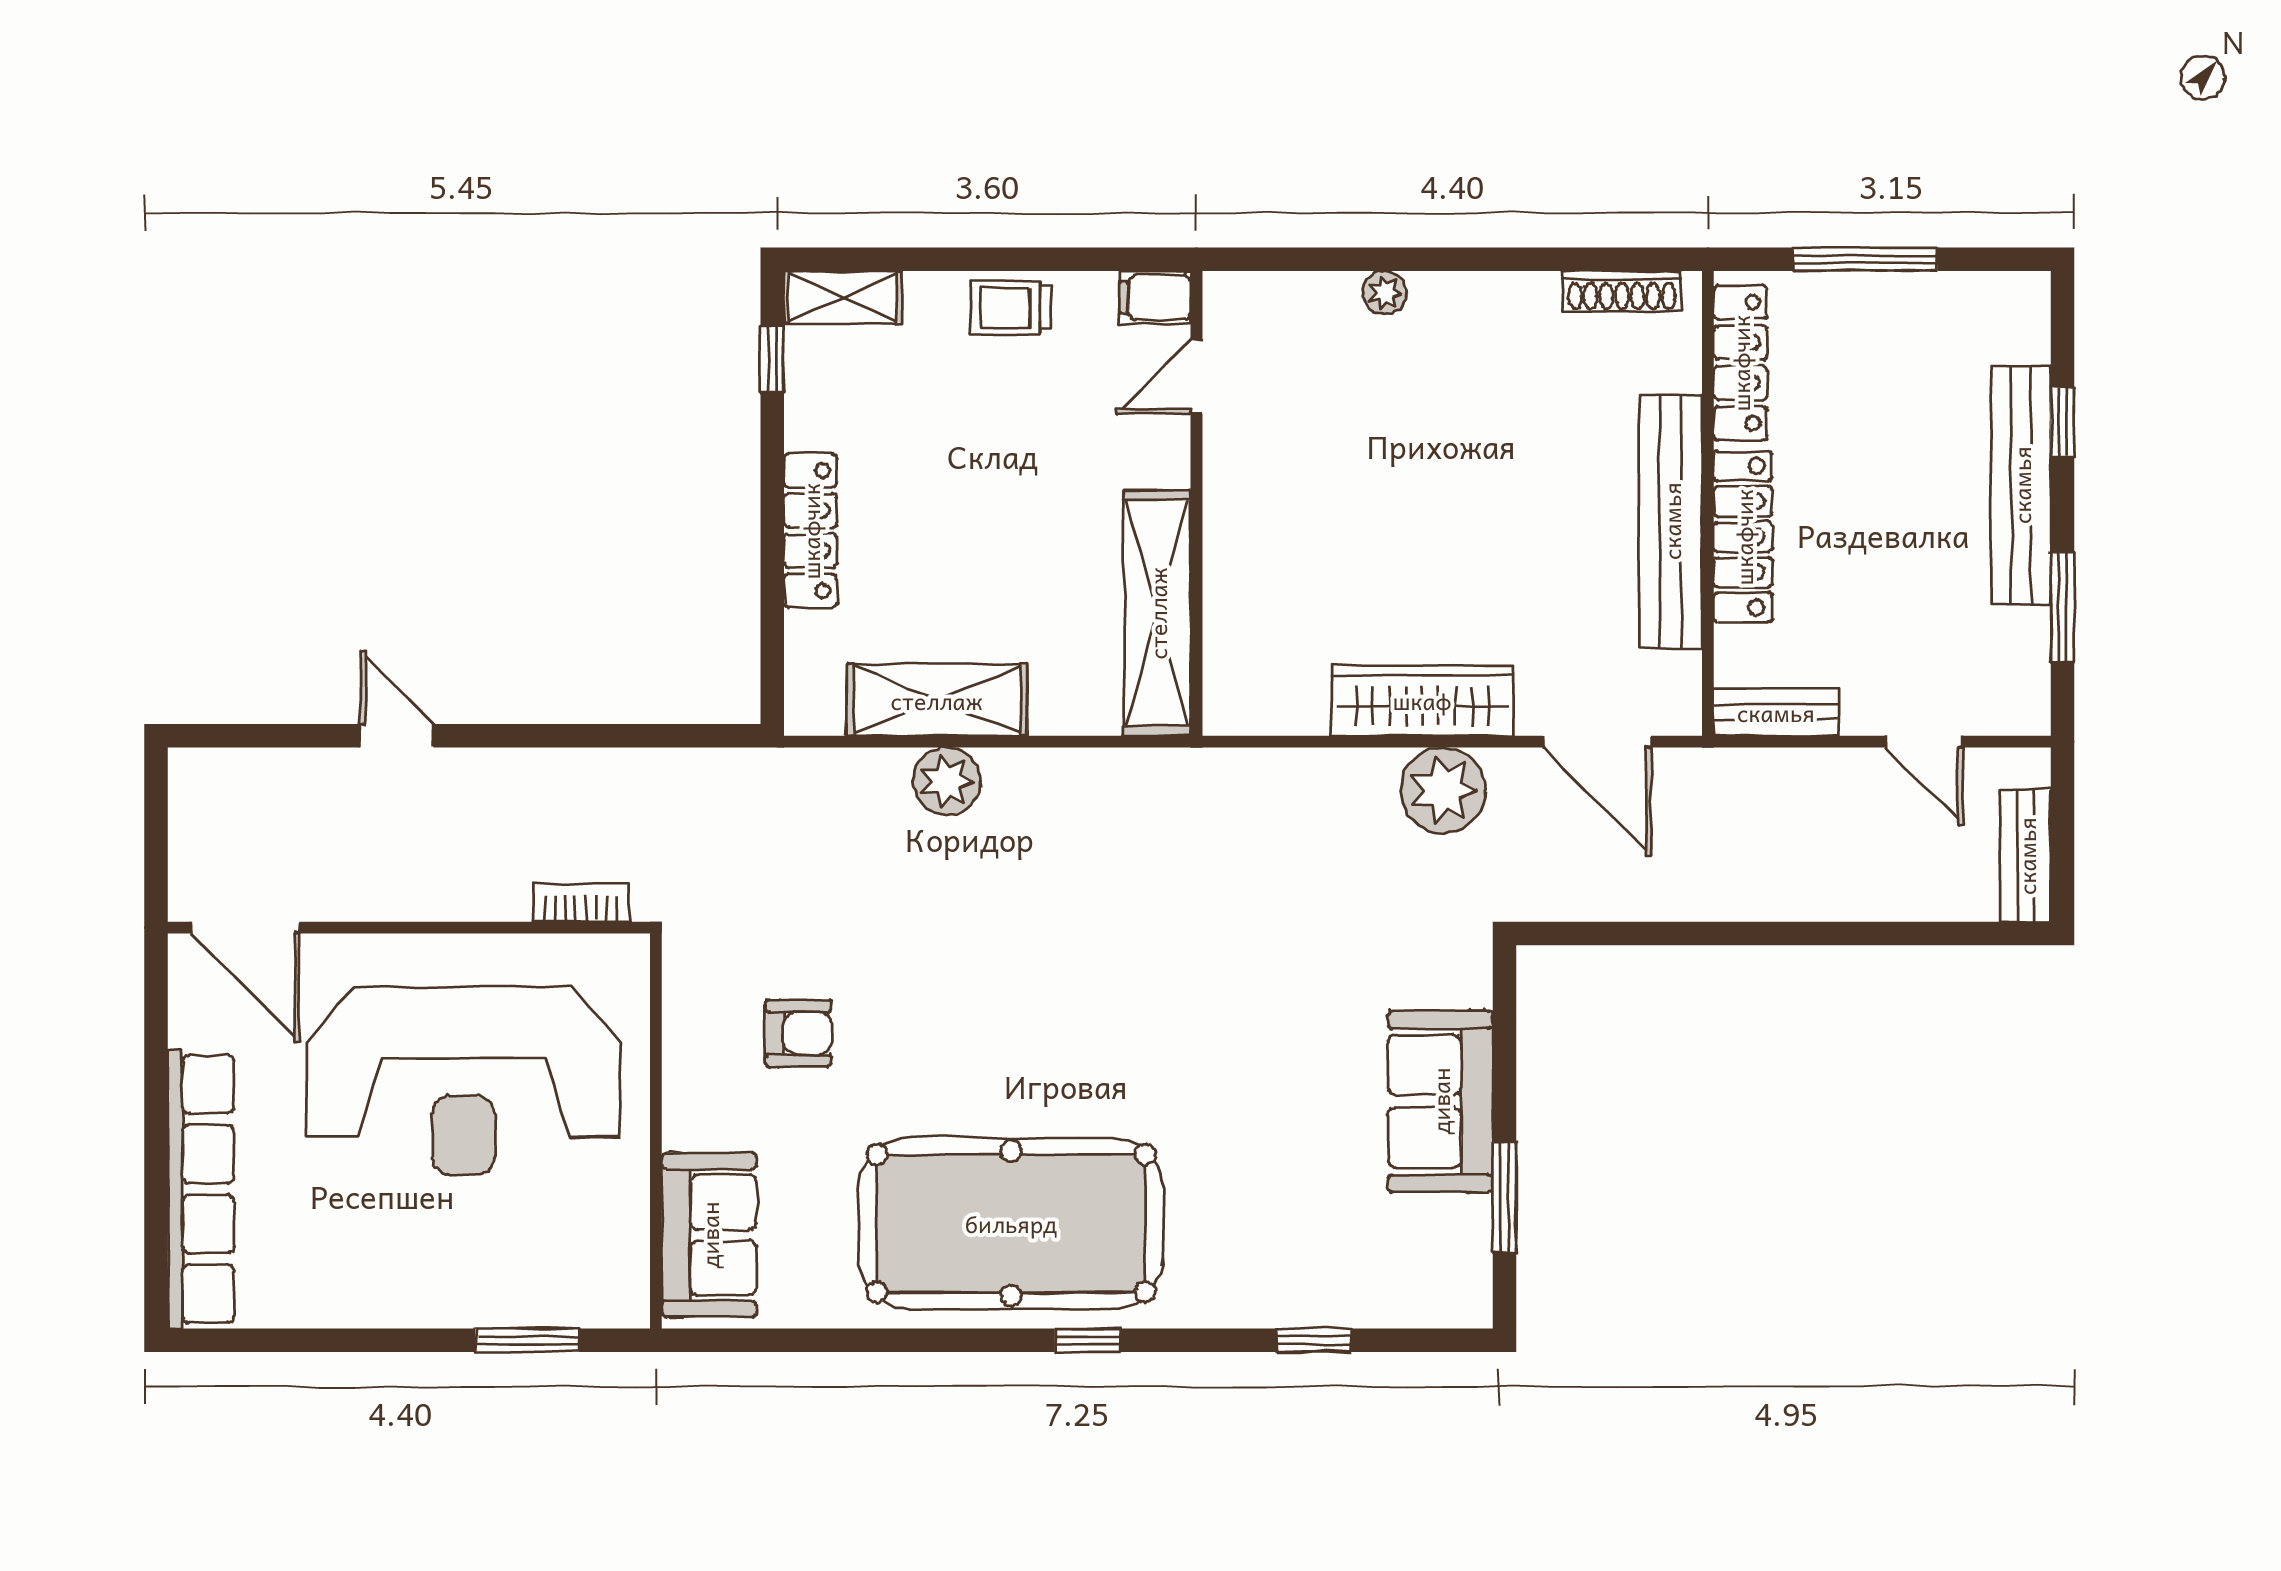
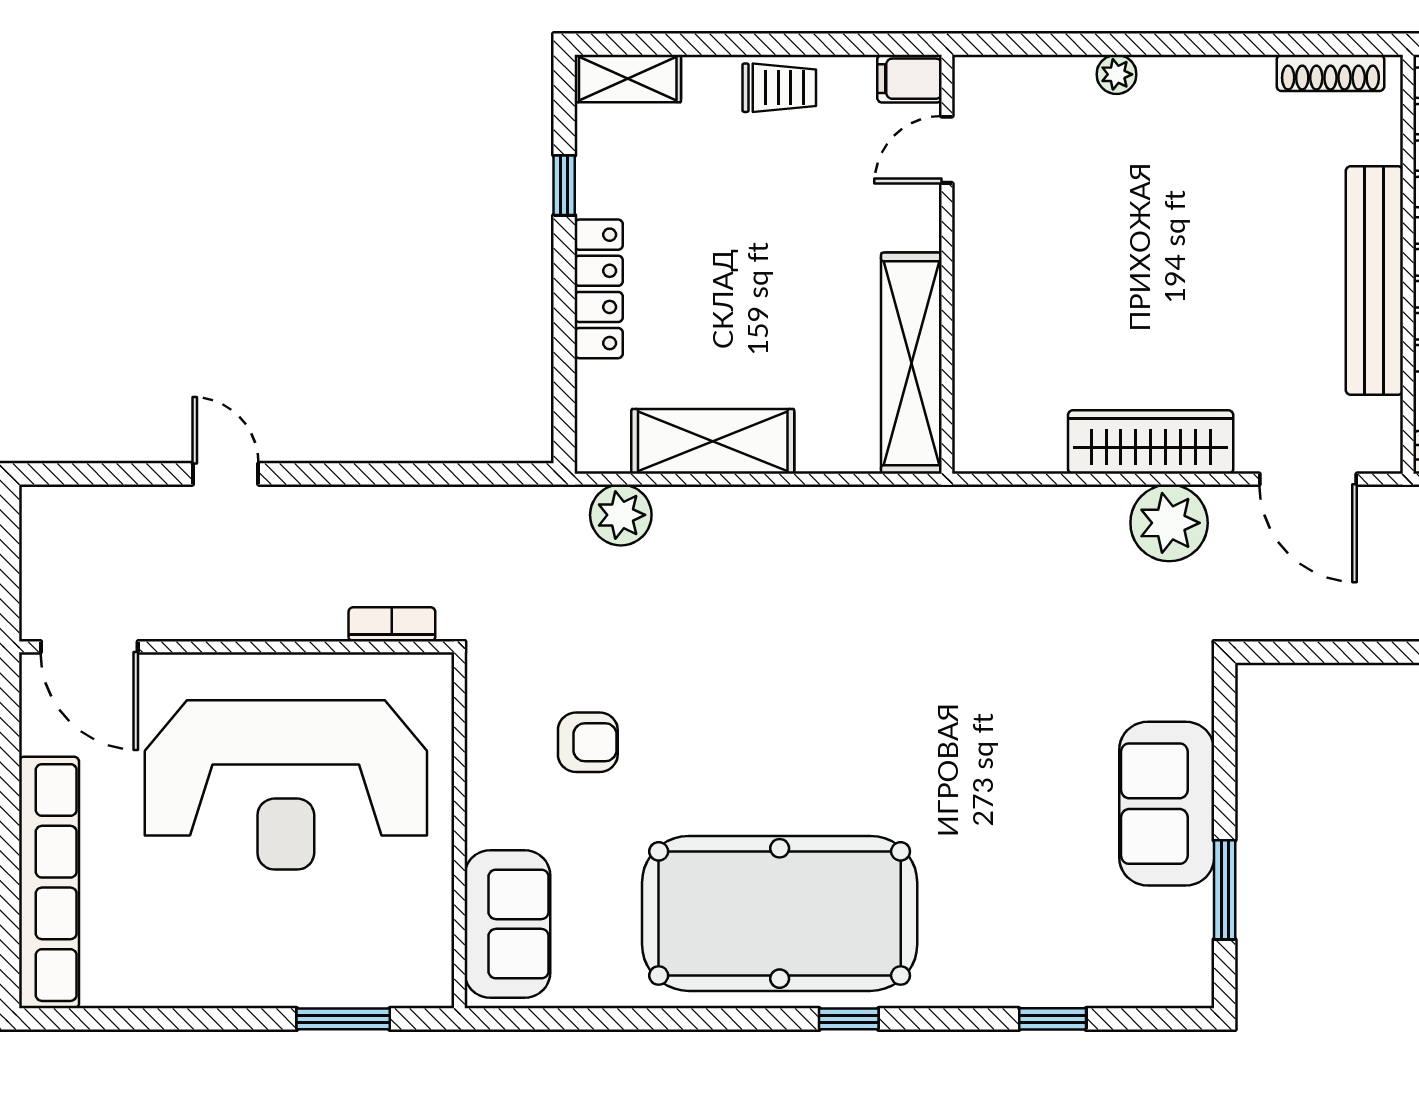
trolley: (1011, 308) -> (779, 88), turned 180
window: (772, 359) -> (564, 185), moved
plant: (947, 781) -> (621, 515), moved

